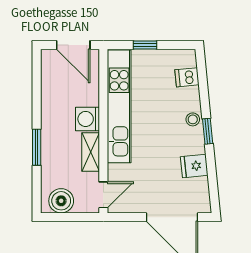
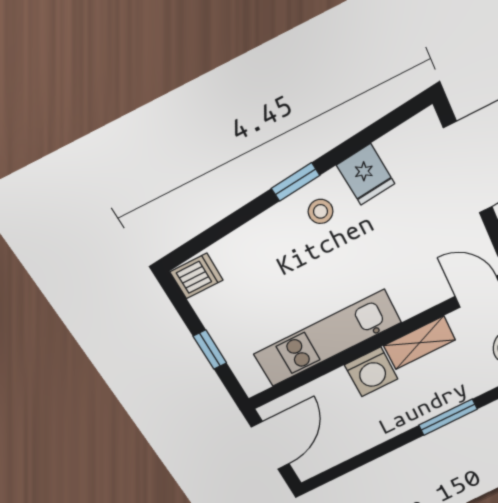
dishwasher: (187, 77) -> (197, 276), moved, turned -84
kitchen unit: (119, 106) -> (328, 338), width x0.73
stool: (193, 119) -> (321, 211), moved

